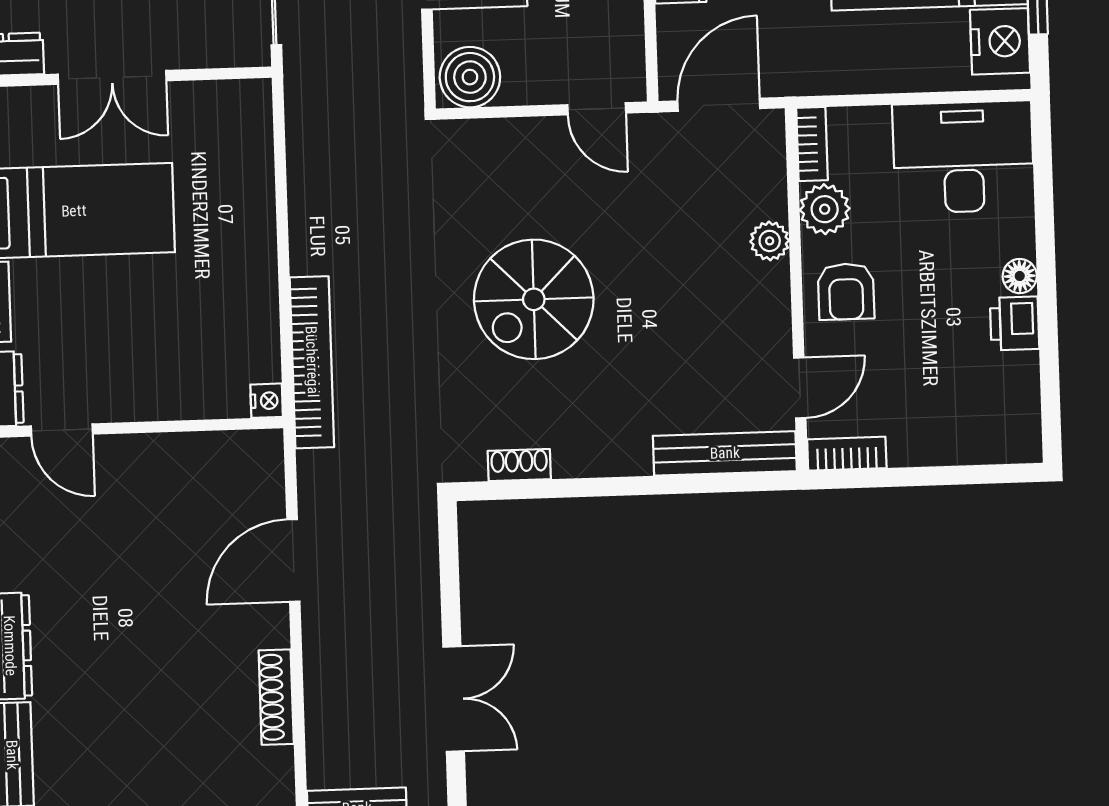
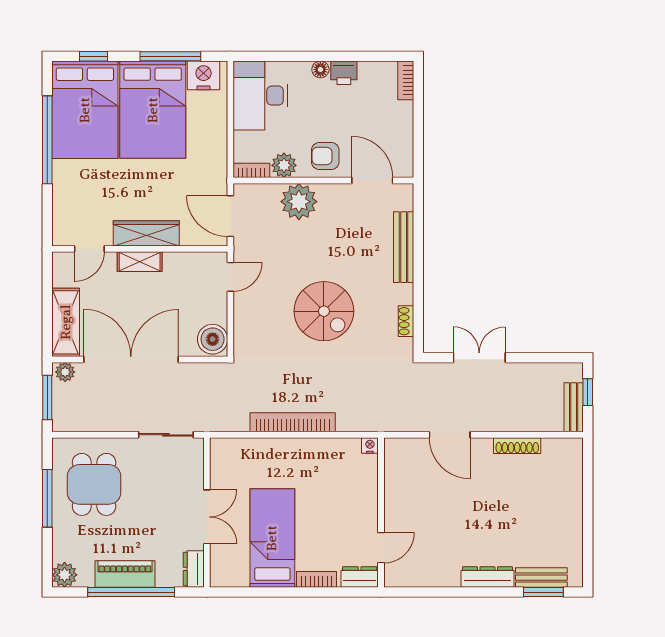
plant: (770, 241) -> (299, 202), width x1.88, depth x1.88
armchair: (846, 292) -> (325, 156), turned 180
bookcase: (312, 362) -> (293, 422), moved
door: (800, 388) -> (372, 181), width x1.37
bench: (725, 453) -> (404, 247), moved
bookcase: (847, 454) -> (406, 80), moved
double door: (454, 699) -> (479, 358), moved

